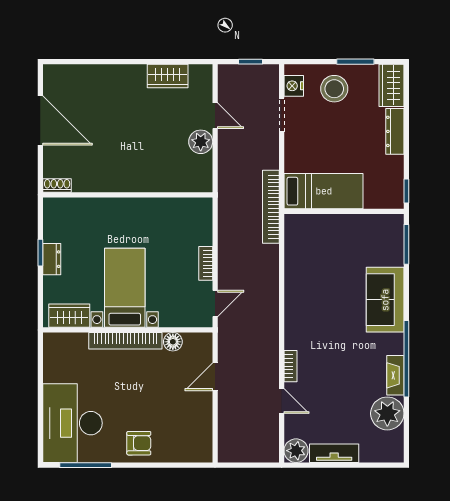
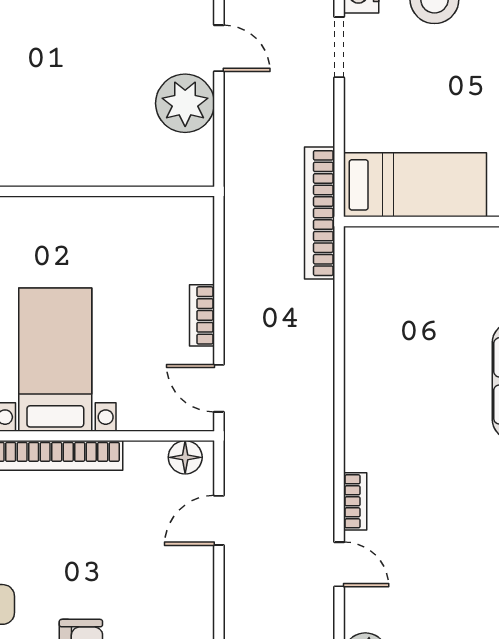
plant: (201, 142) -> (185, 103), width x1.36, depth x1.36
door: (215, 304) -> (219, 388), swing flipped
floor lamp: (173, 342) -> (185, 457), moved

